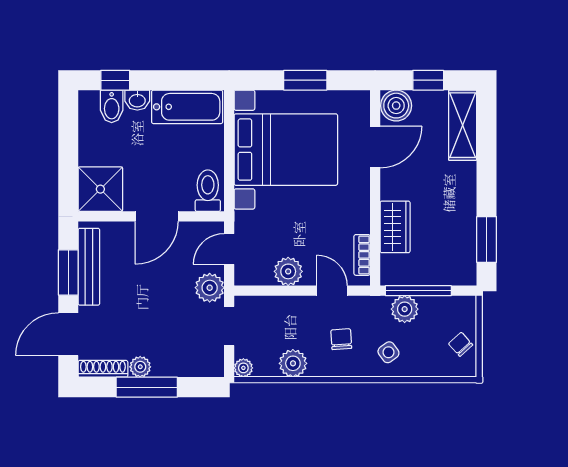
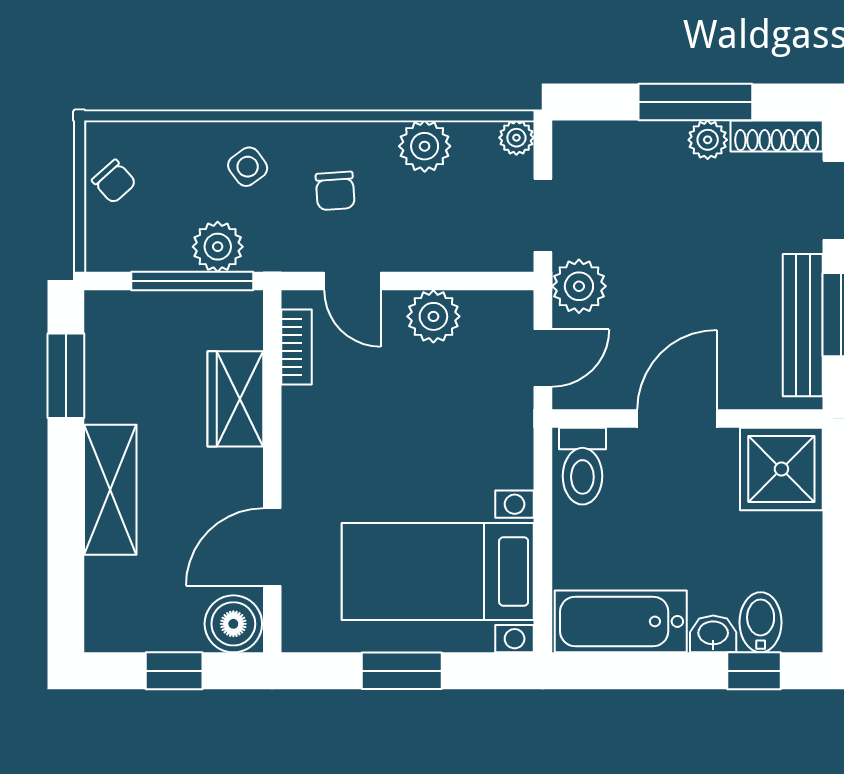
shelving: (463, 125) -> (110, 490), moved
bed with nightstands: (286, 150) -> (438, 571), width x0.73

